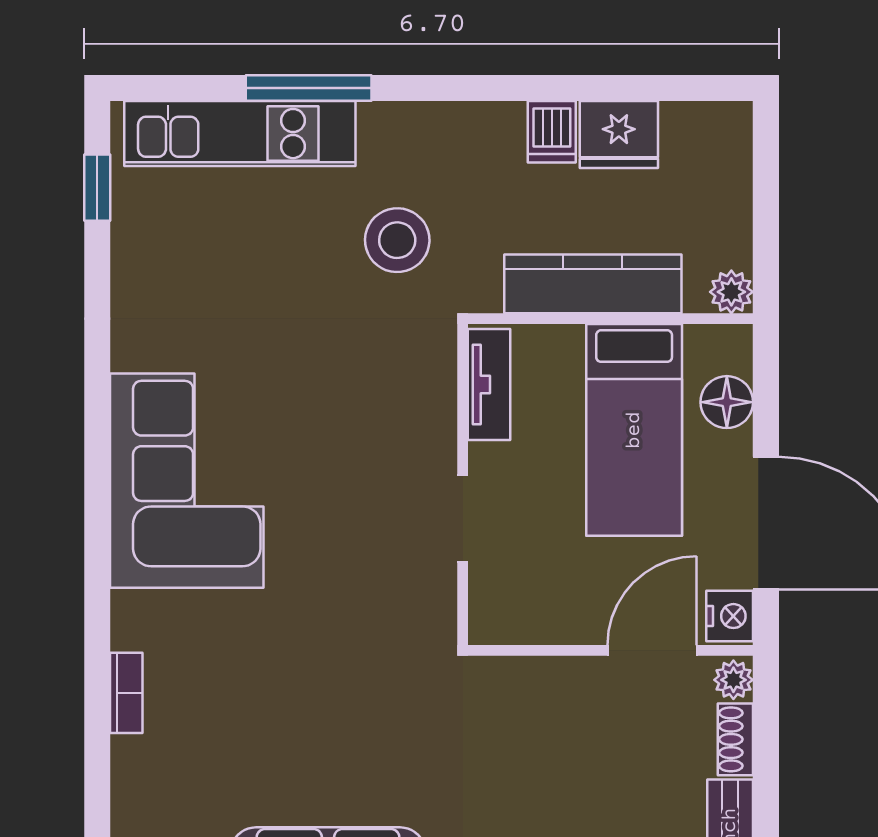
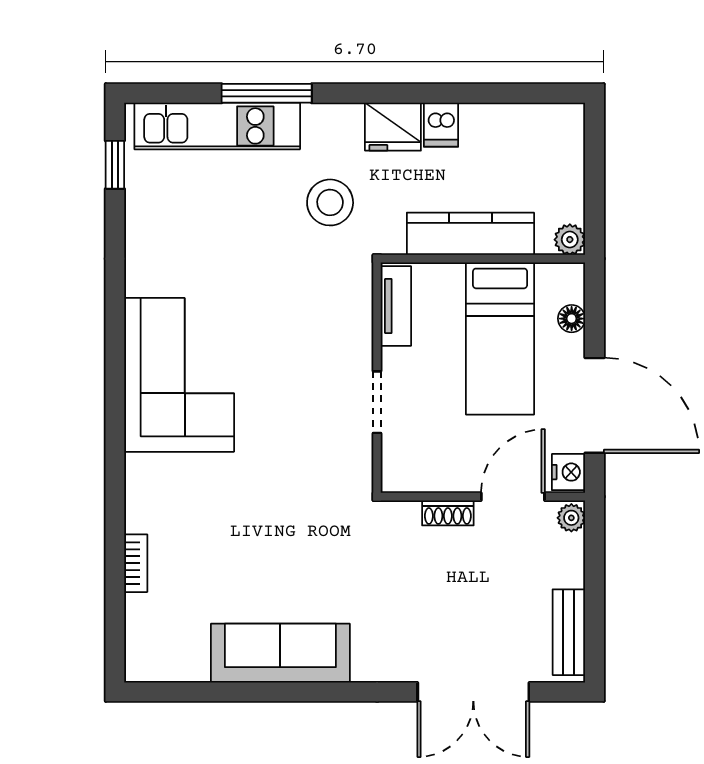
fridge: (619, 134) -> (393, 127), moved
floor lamp: (727, 402) -> (572, 319), width x0.73, depth x0.73
bookcase: (126, 693) -> (136, 563), moved
shoe rack: (735, 739) -> (448, 513), moved, turned -90

